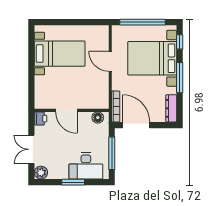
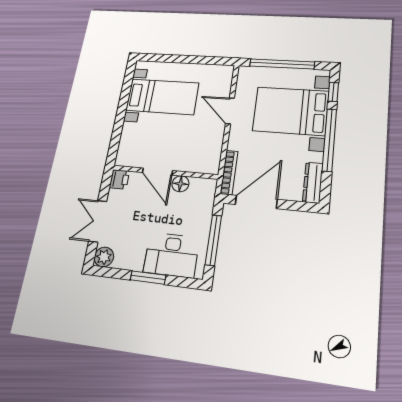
window: (180, 78) -> (329, 140), width x1.46
floor lamp: (98, 118) -> (180, 184), moved
door: (136, 125) -> (256, 202), hinge flipped

